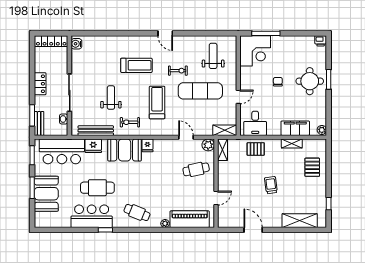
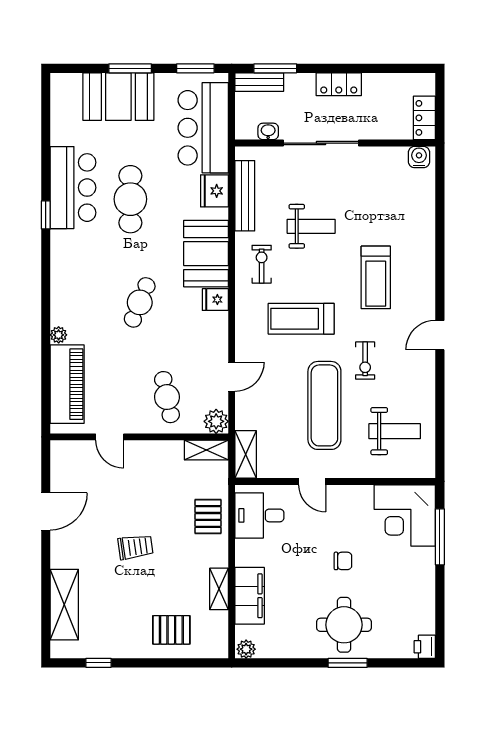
locker: (51, 41) -> (424, 118), width x0.66
treadmill: (157, 103) -> (301, 319), turned 180
cafe table: (137, 212) -> (140, 302), moved

